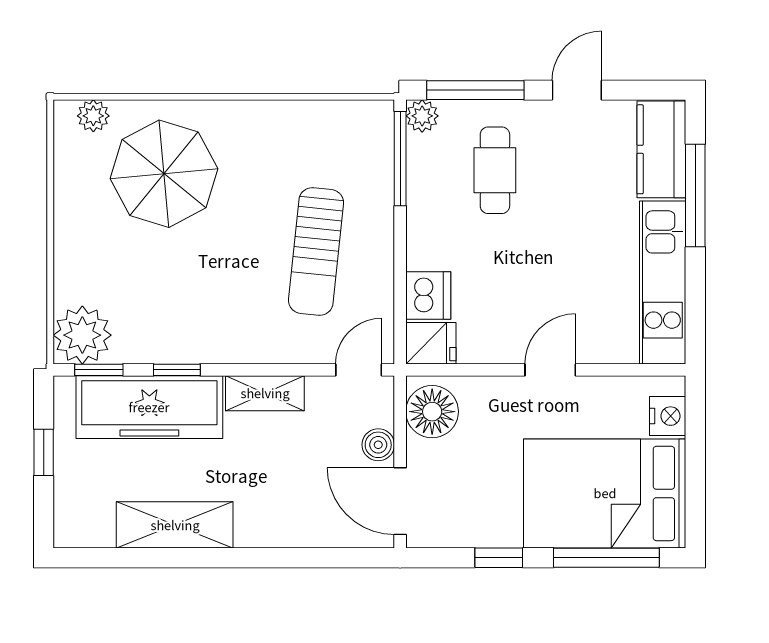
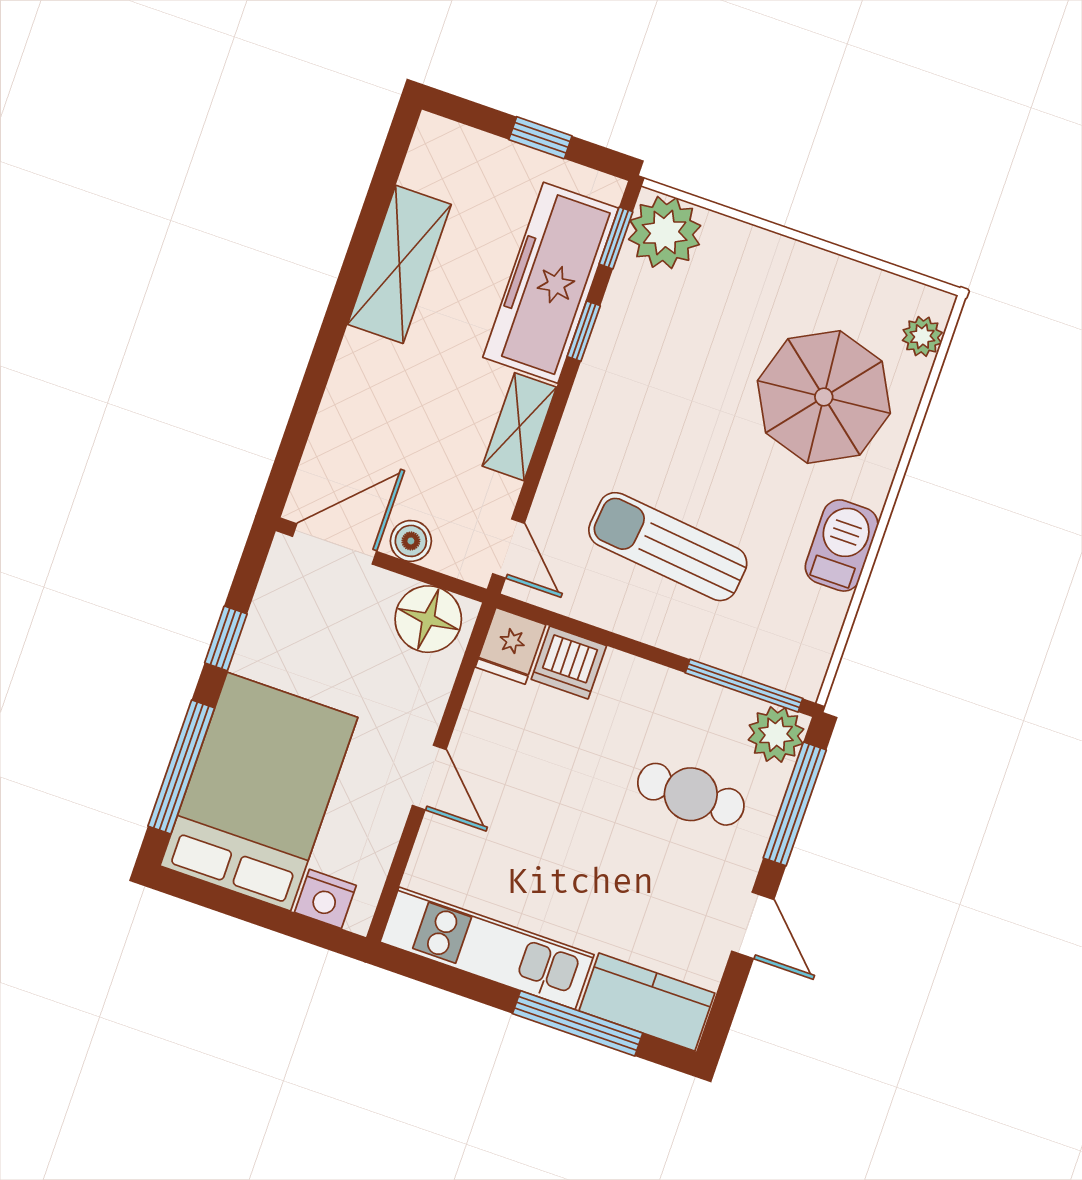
plant: (422, 116) -> (776, 734), width x1.38, depth x1.38
barbecue: (270, 122) -> (842, 545), added

